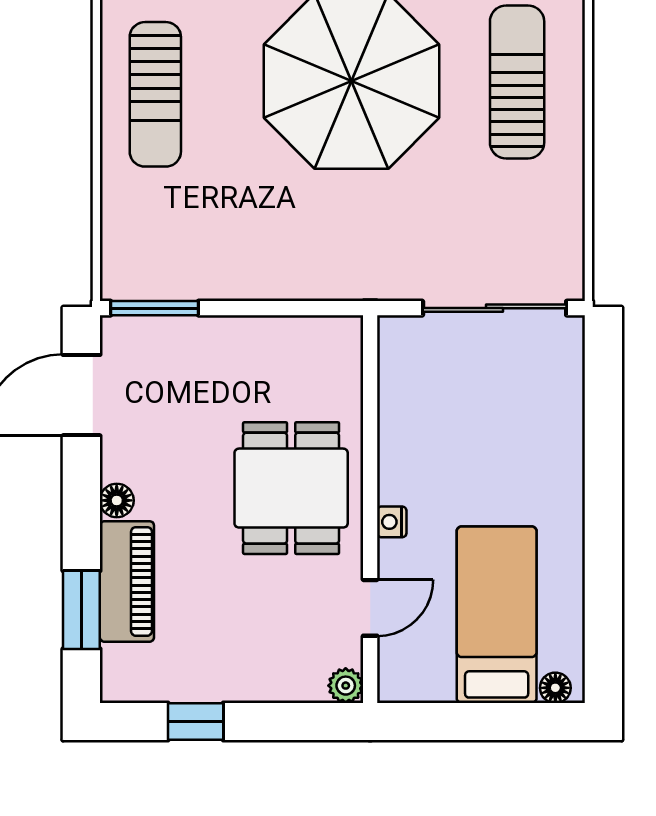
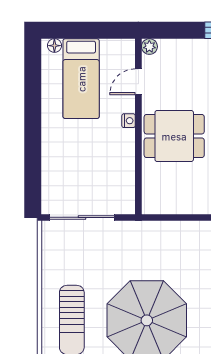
dining table: (291, 488) -> (174, 136), turned 90

